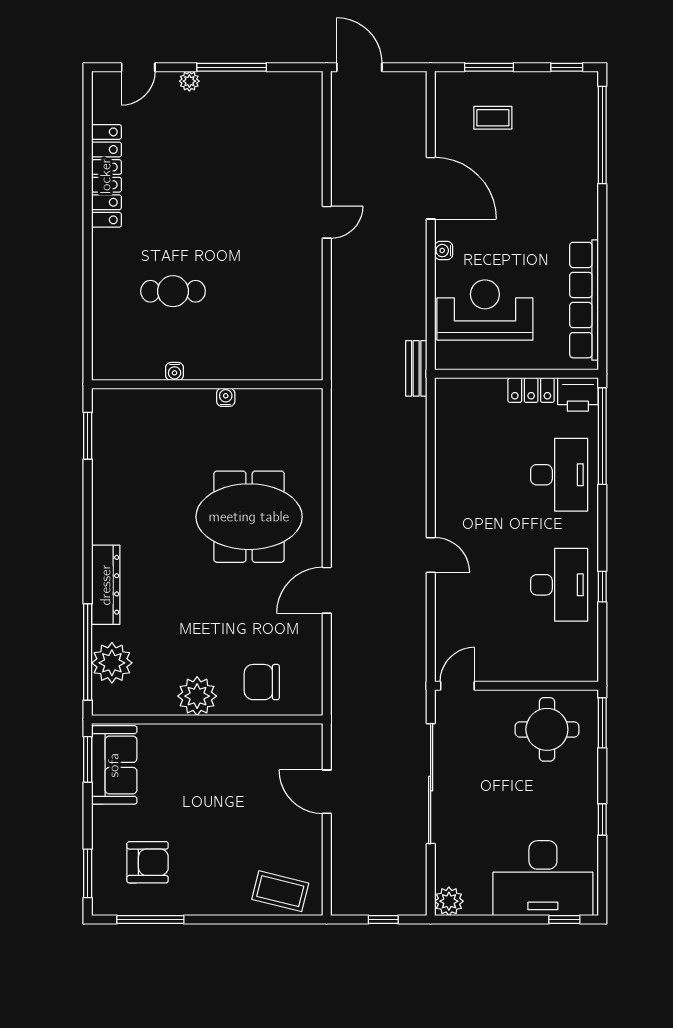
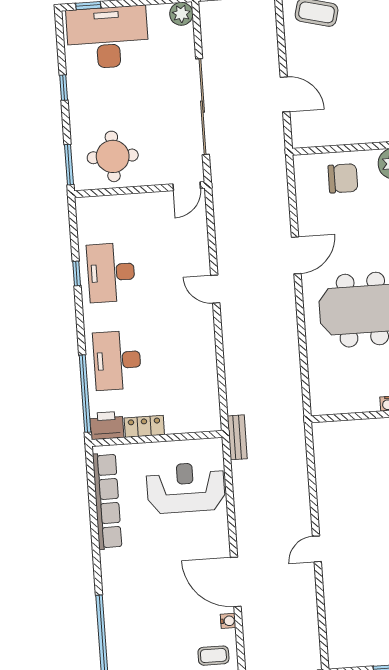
coffee table: (493, 118) -> (213, 656), moved
water cooler: (444, 251) -> (228, 621), moved
reception desk: (485, 310) -> (186, 488), turned 180

